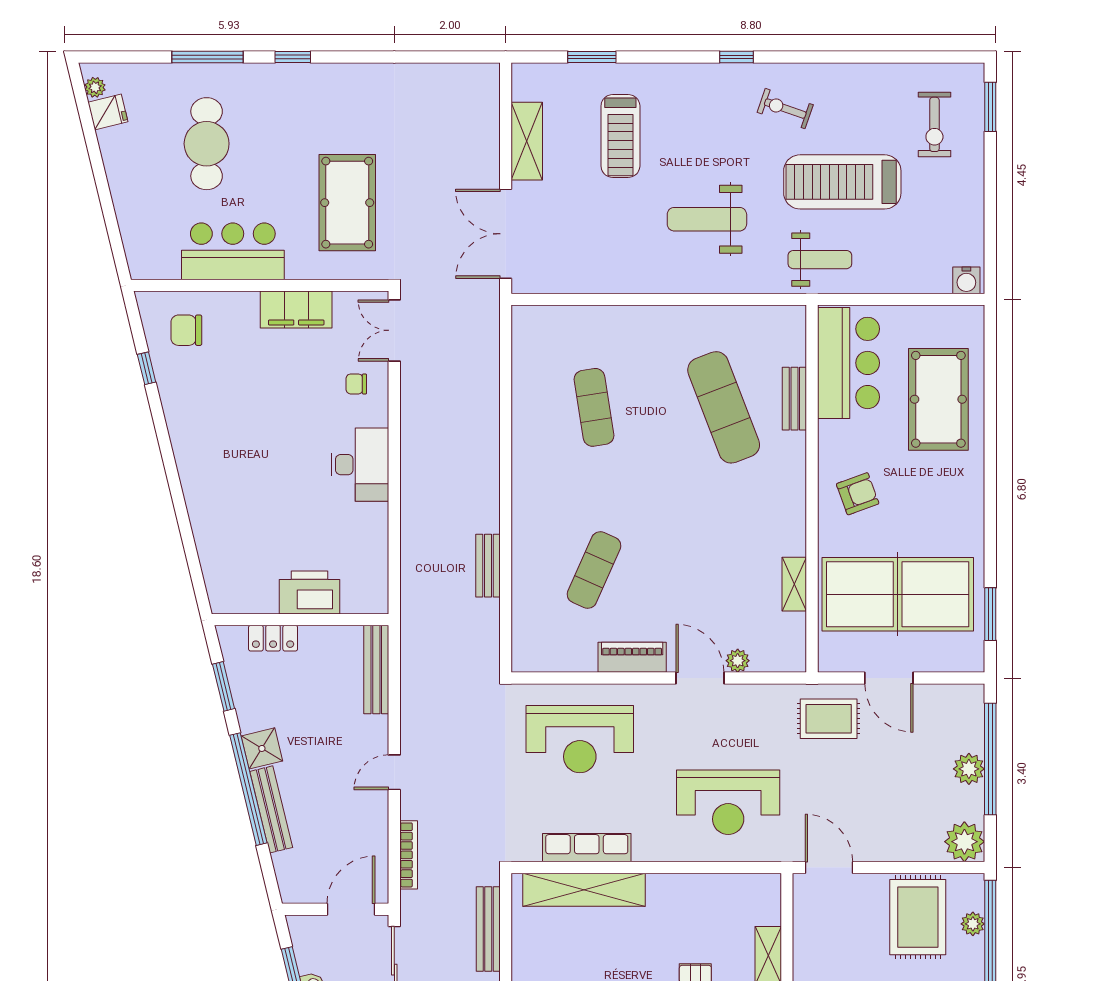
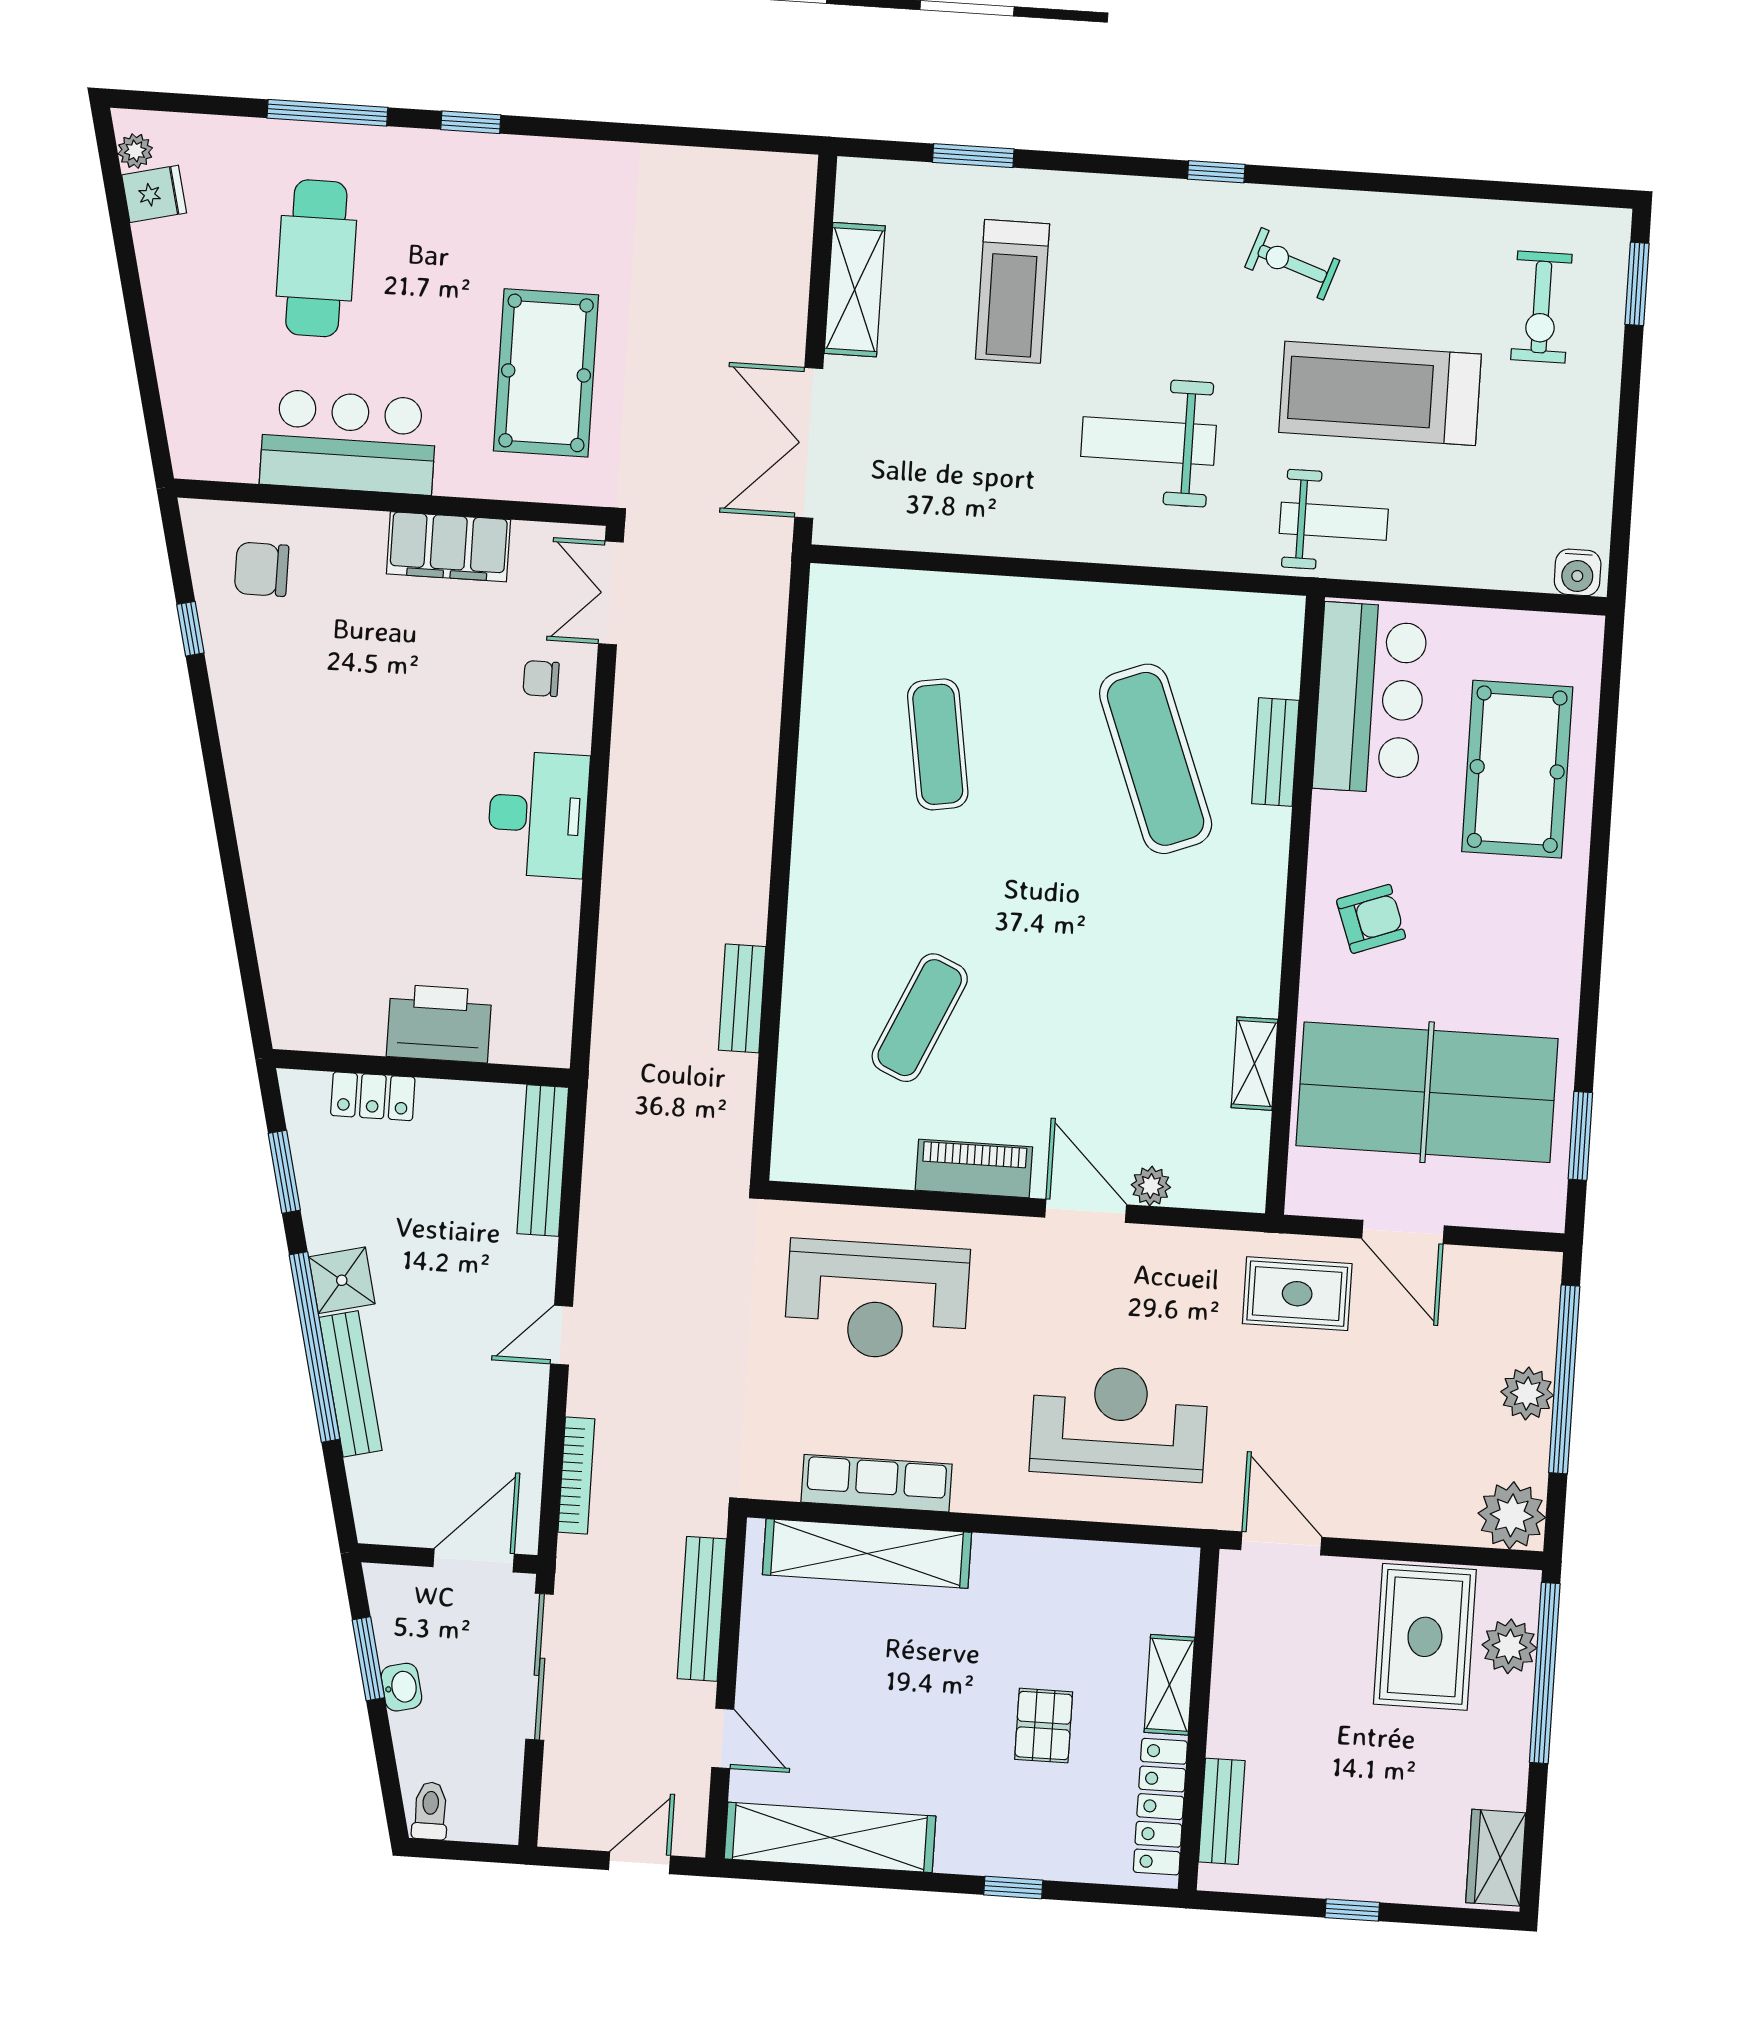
reception desk: (728, 802) -> (1119, 1423), turned 180
plant: (973, 924) -> (1509, 1646), width x1.38, depth x1.38

